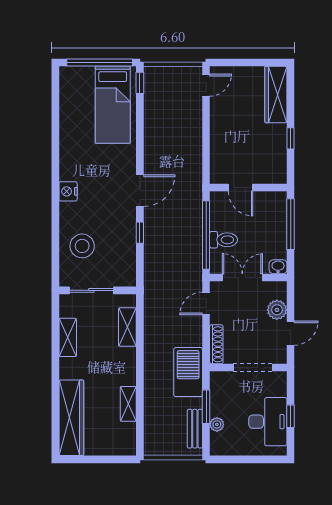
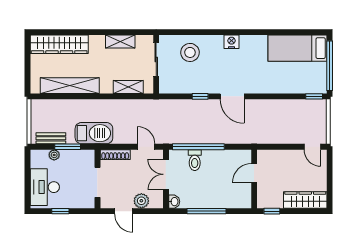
bed: (113, 105) -> (297, 48), moved
door: (241, 187) -> (254, 173), moved
wall: (248, 187) -> (254, 179), moved
double door: (242, 277) -> (166, 174), swing flipped
shelving: (128, 404) -> (70, 86), width x2.20, depth x1.33
desk: (268, 422) -> (45, 187), moved, turned 90

